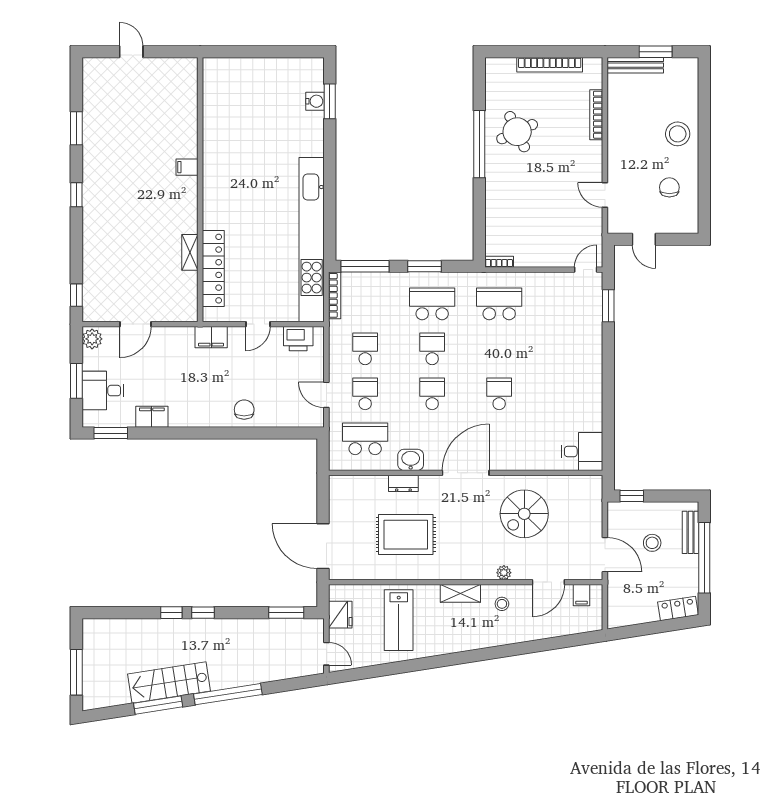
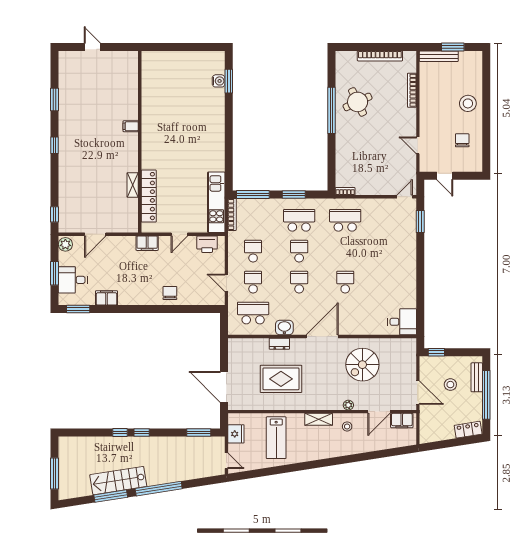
kitchen unit: (312, 240) -> (216, 202), width x0.54
filing cabinet: (582, 595) -> (402, 420), width x2.00

